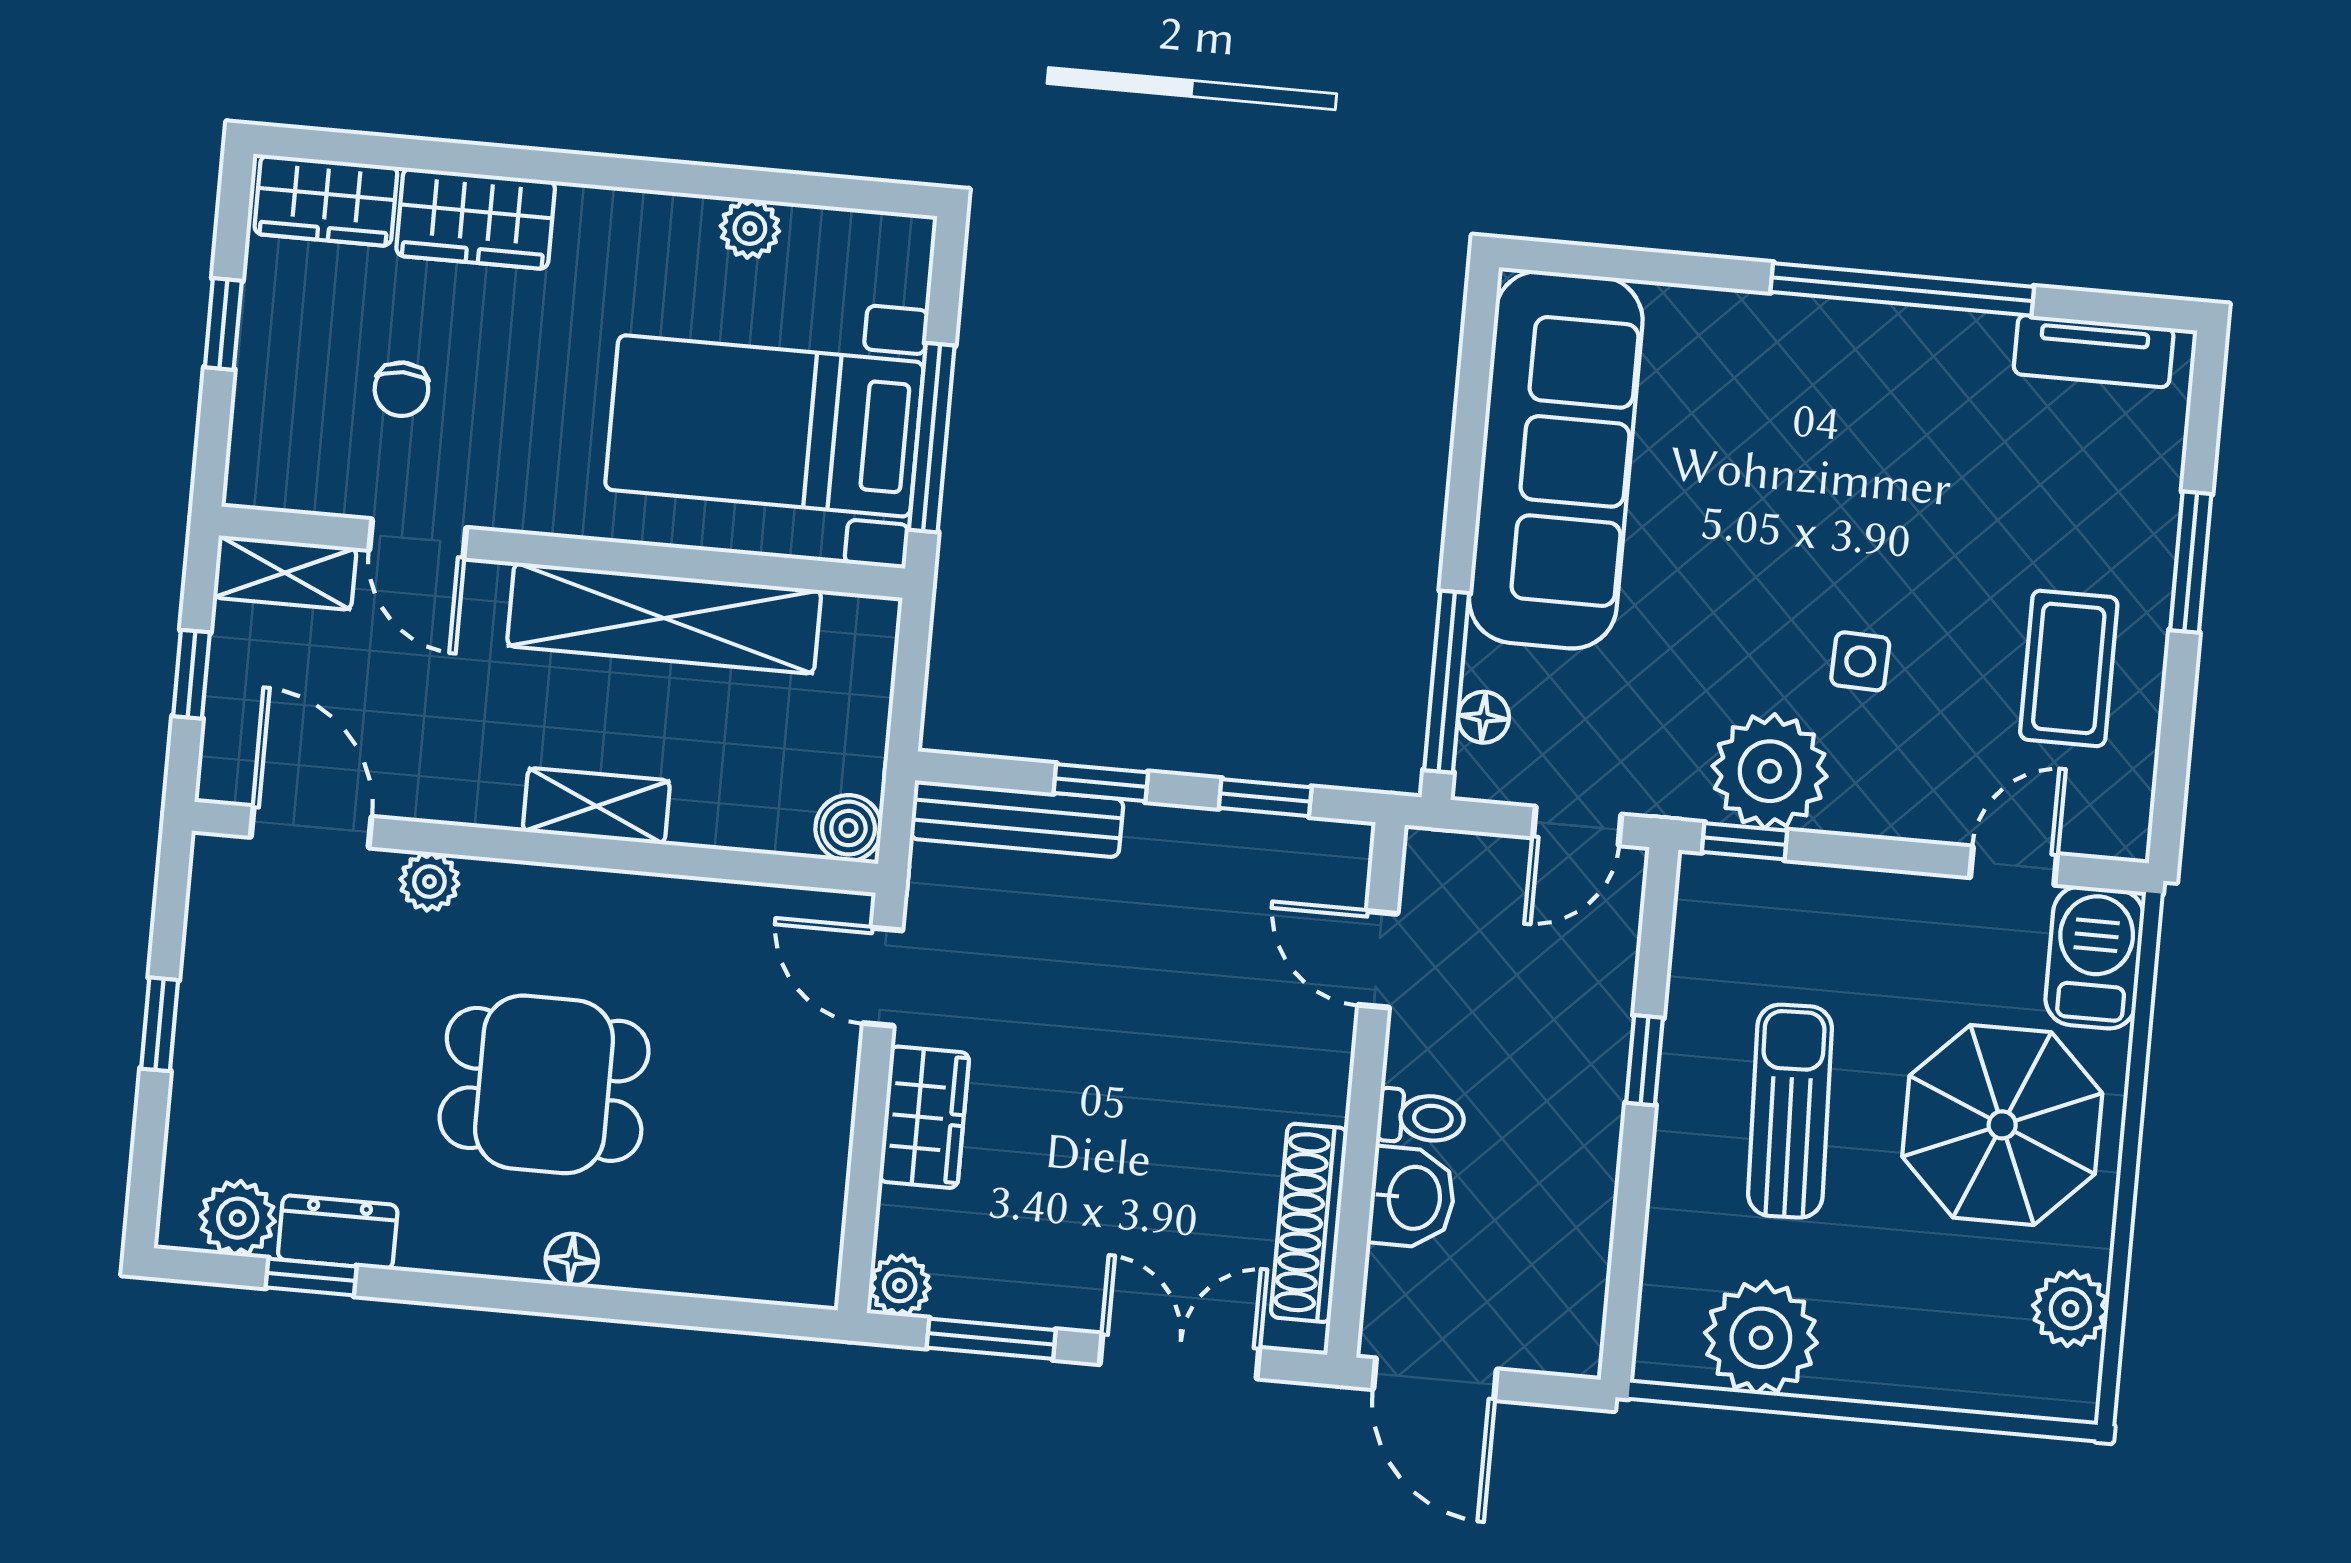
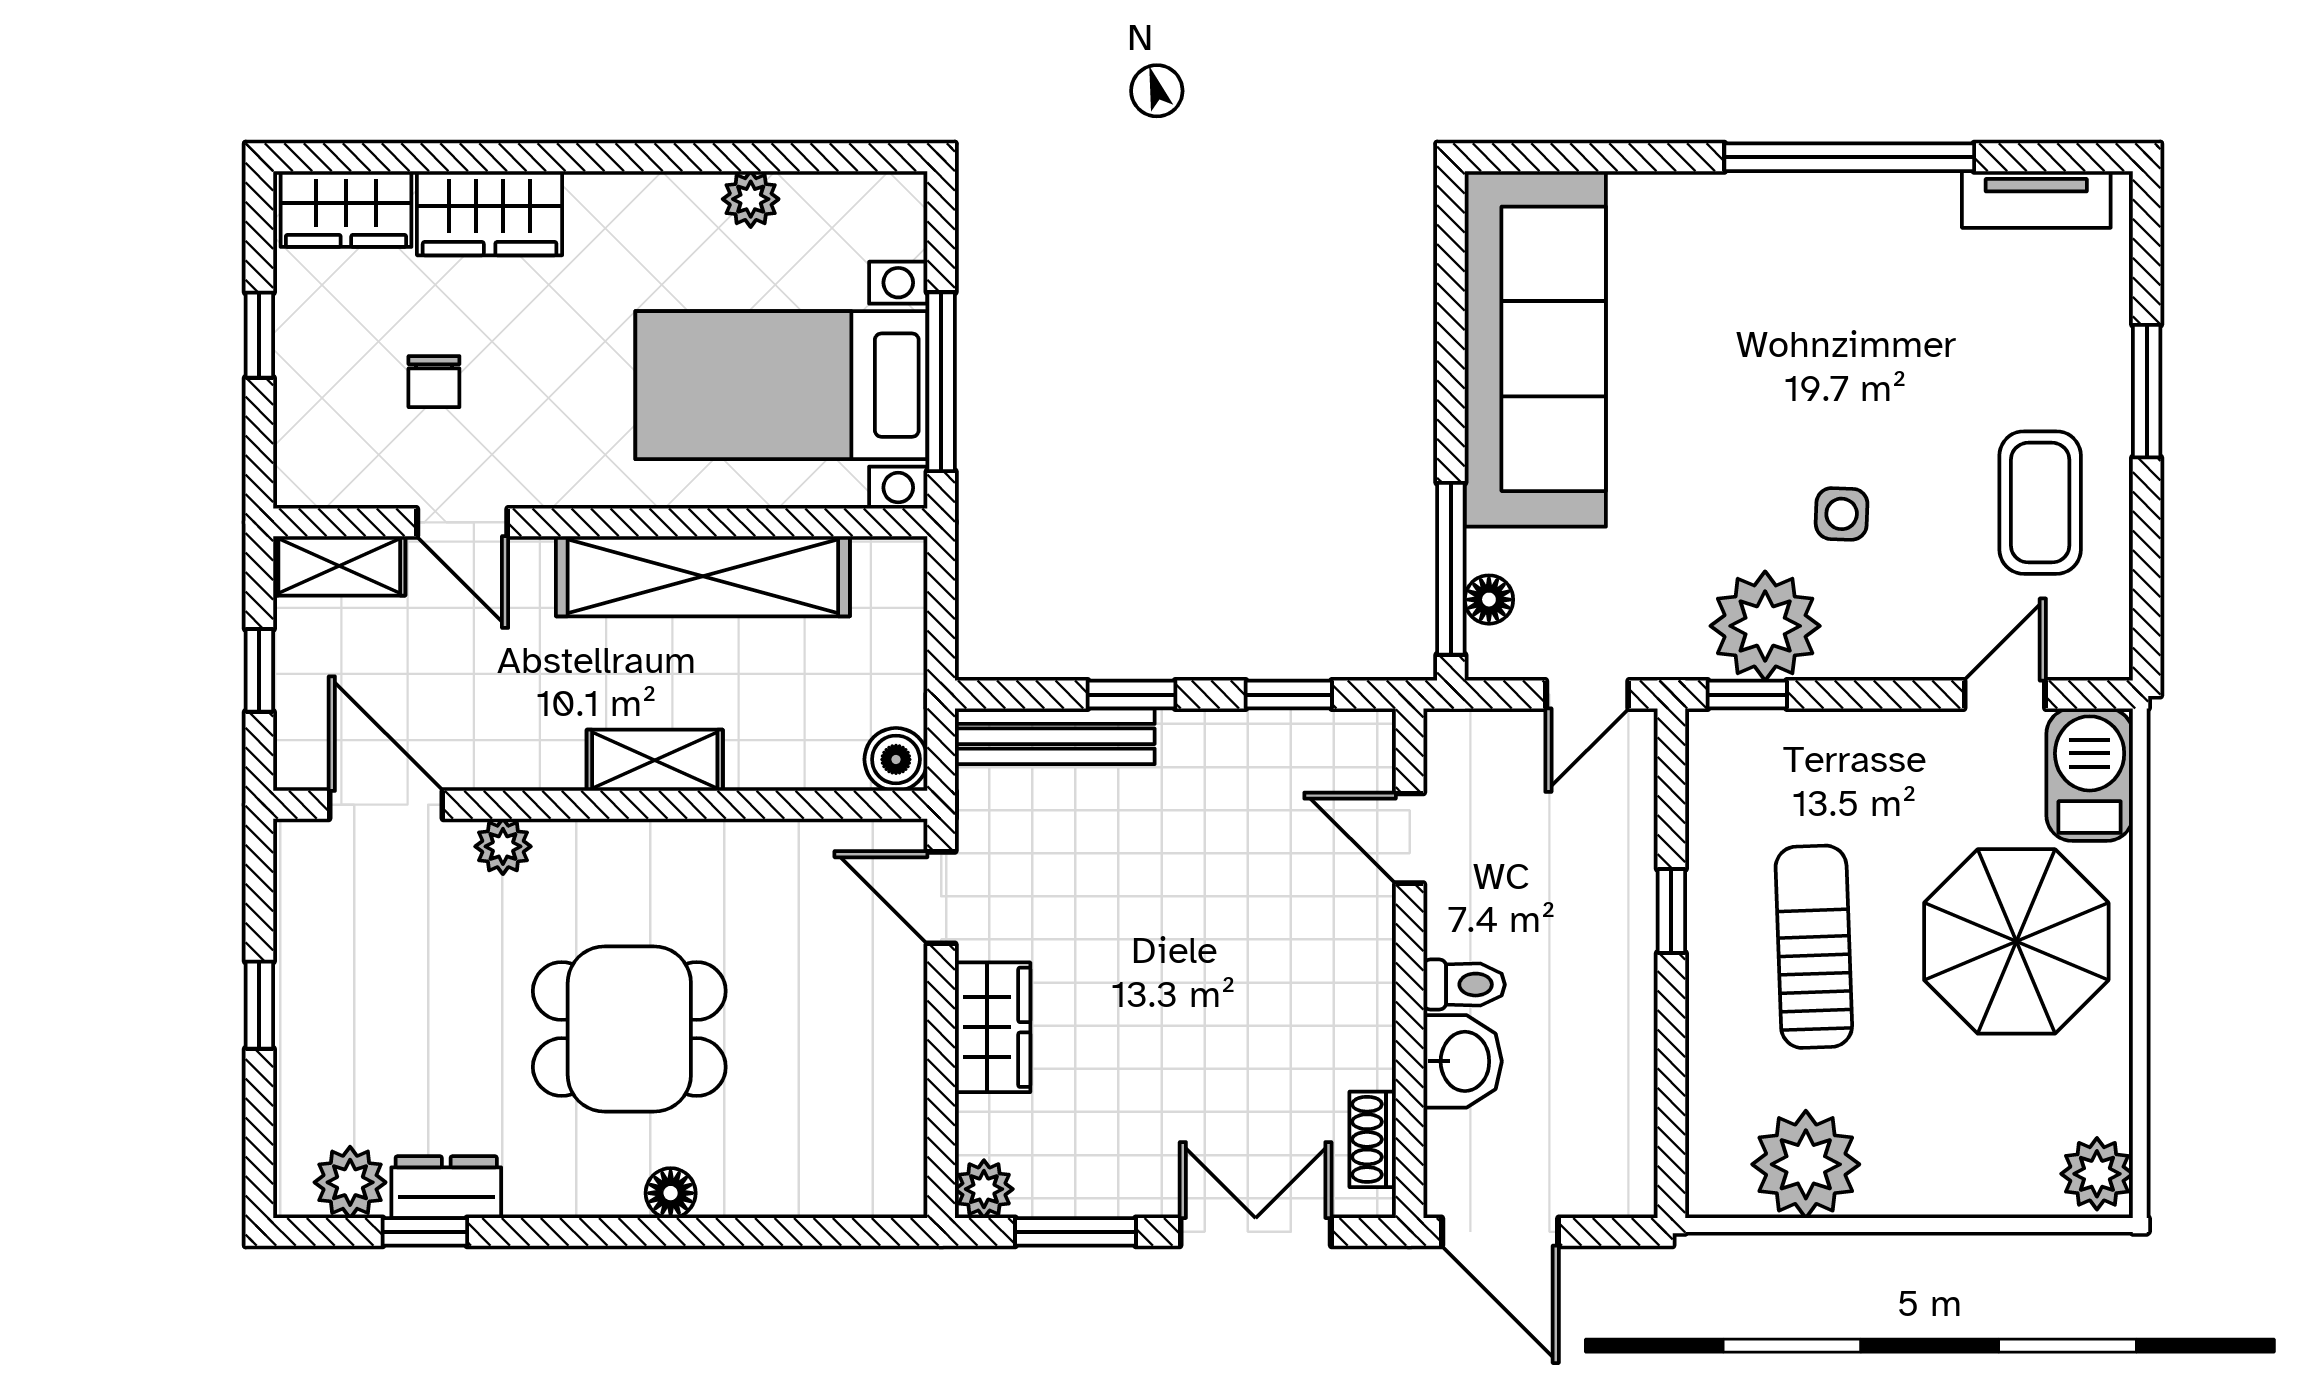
shoe rack: (1309, 1223) -> (1373, 1139), width x0.51, depth x0.81
plant: (2070, 1309) -> (2097, 1174), moved

